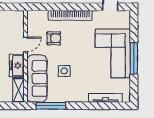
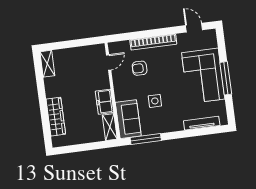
armchair: (54, 38) -> (140, 68), turned 180
door: (25, 44) -> (109, 62), moved
sofa: (37, 79) -> (128, 119), width x0.73

